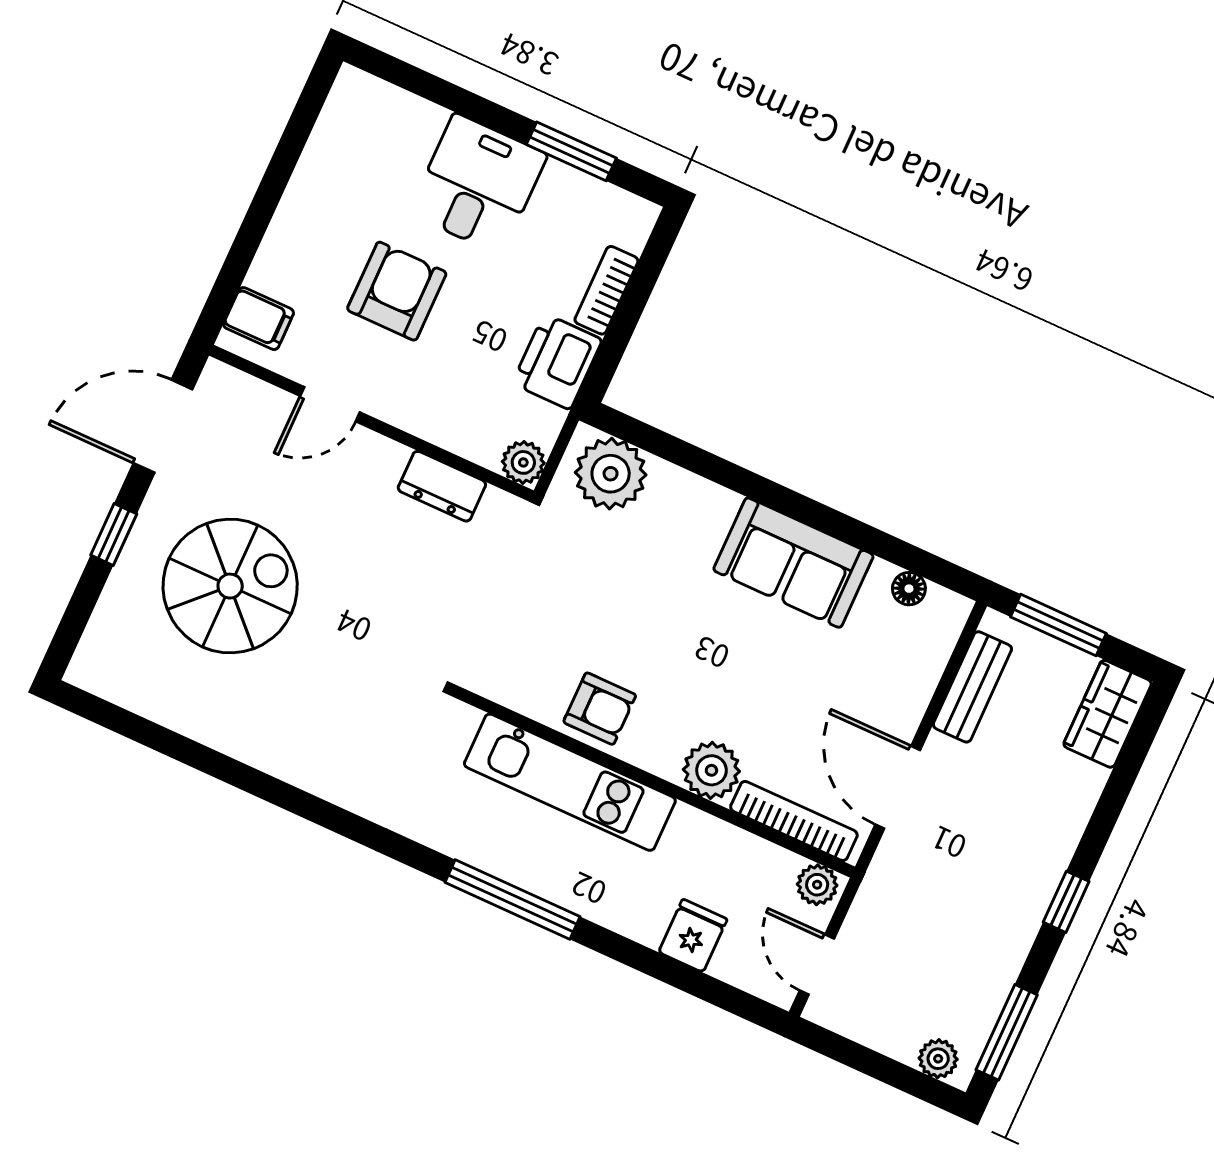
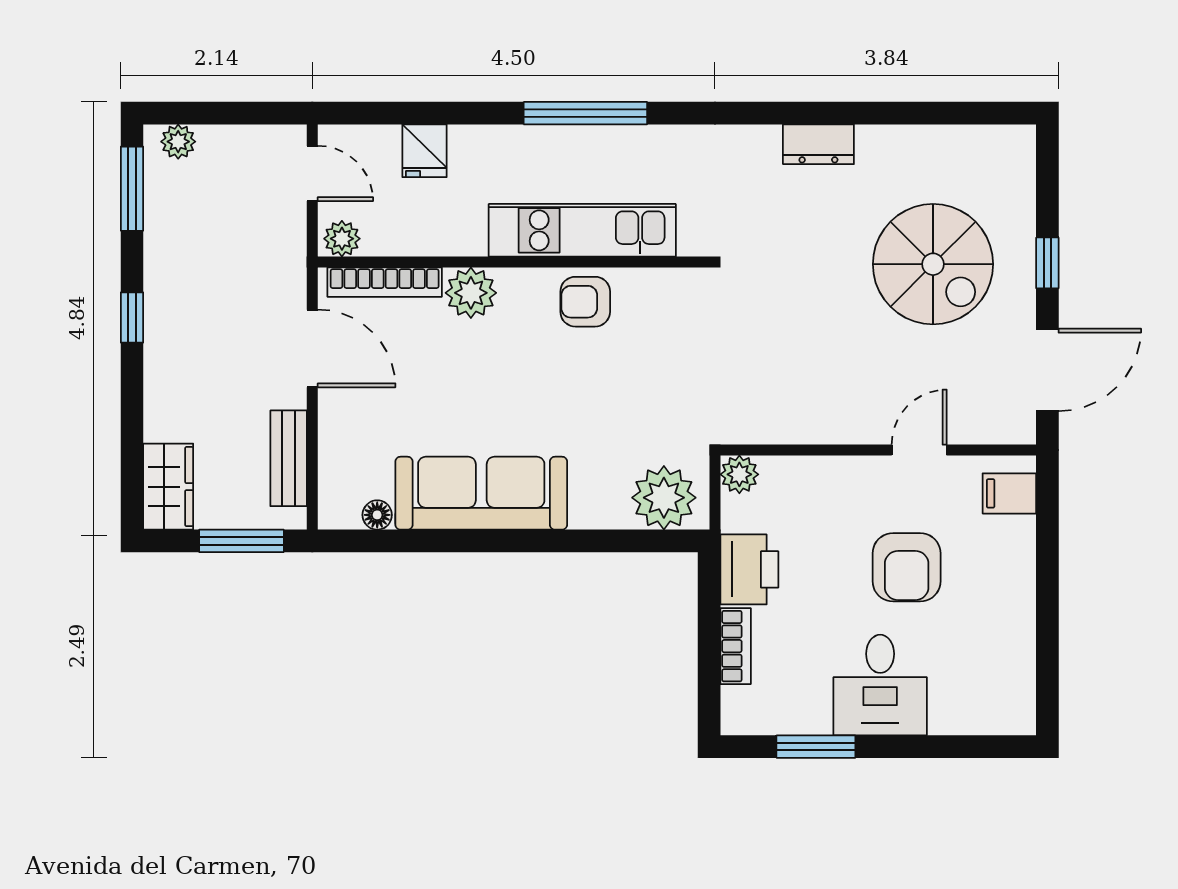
dresser: (442, 486) -> (818, 144), moved, turned 180
sofa: (793, 563) -> (481, 493), width x1.36
spiral stairs: (230, 586) -> (933, 264), turned -90

